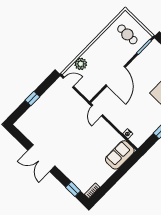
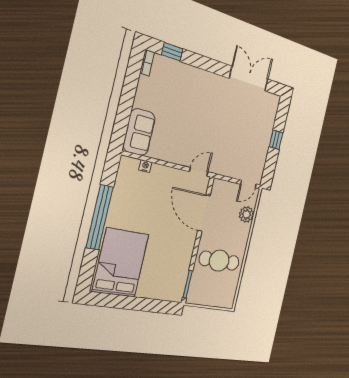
cafe table: (127, 34) -> (219, 261), moved, width x1.37, depth x1.35
door: (115, 76) -> (204, 213), moved
door: (97, 110) -> (199, 172), hinge flipped
double door: (41, 158) -> (249, 79), moved

